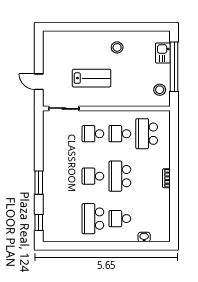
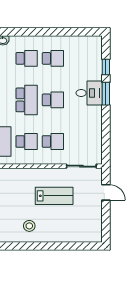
lab bench: (92, 78) -> (54, 196), turned 180
desk: (56, 183) -> (89, 93), added
school desk: (93, 219) -> (53, 58), width x0.54
window: (39, 223) -> (106, 67), moved

